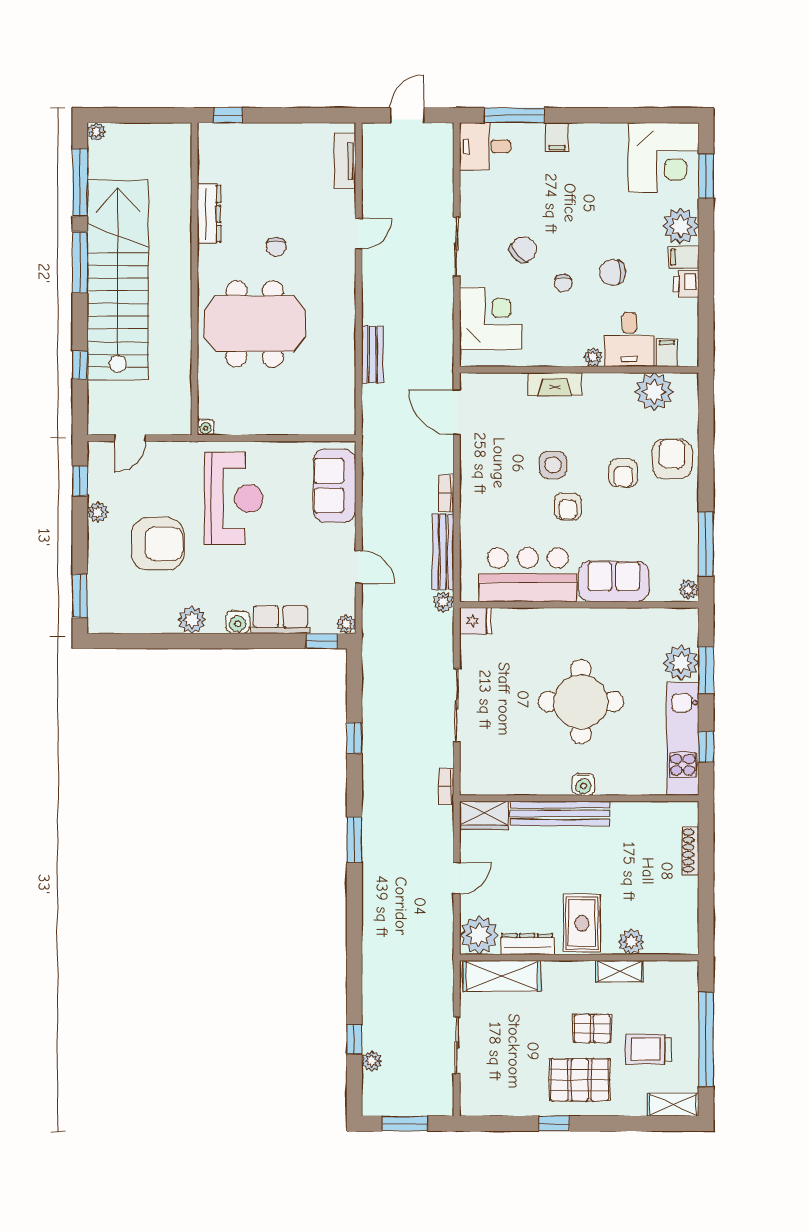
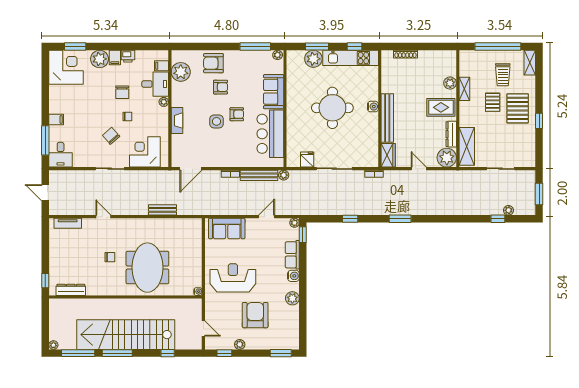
dresser: (209, 214) -> (71, 290), moved
fridge: (475, 621) -> (307, 160), moved

